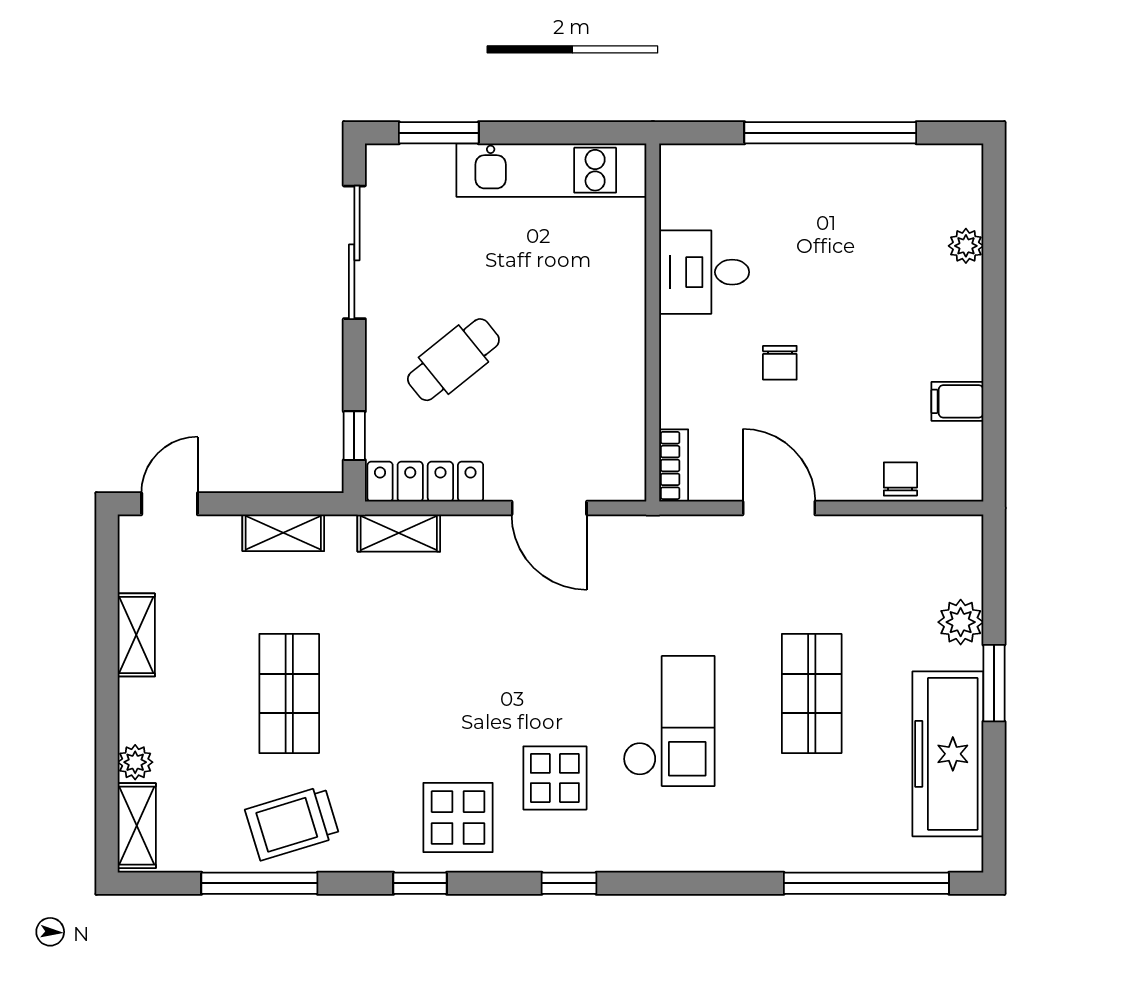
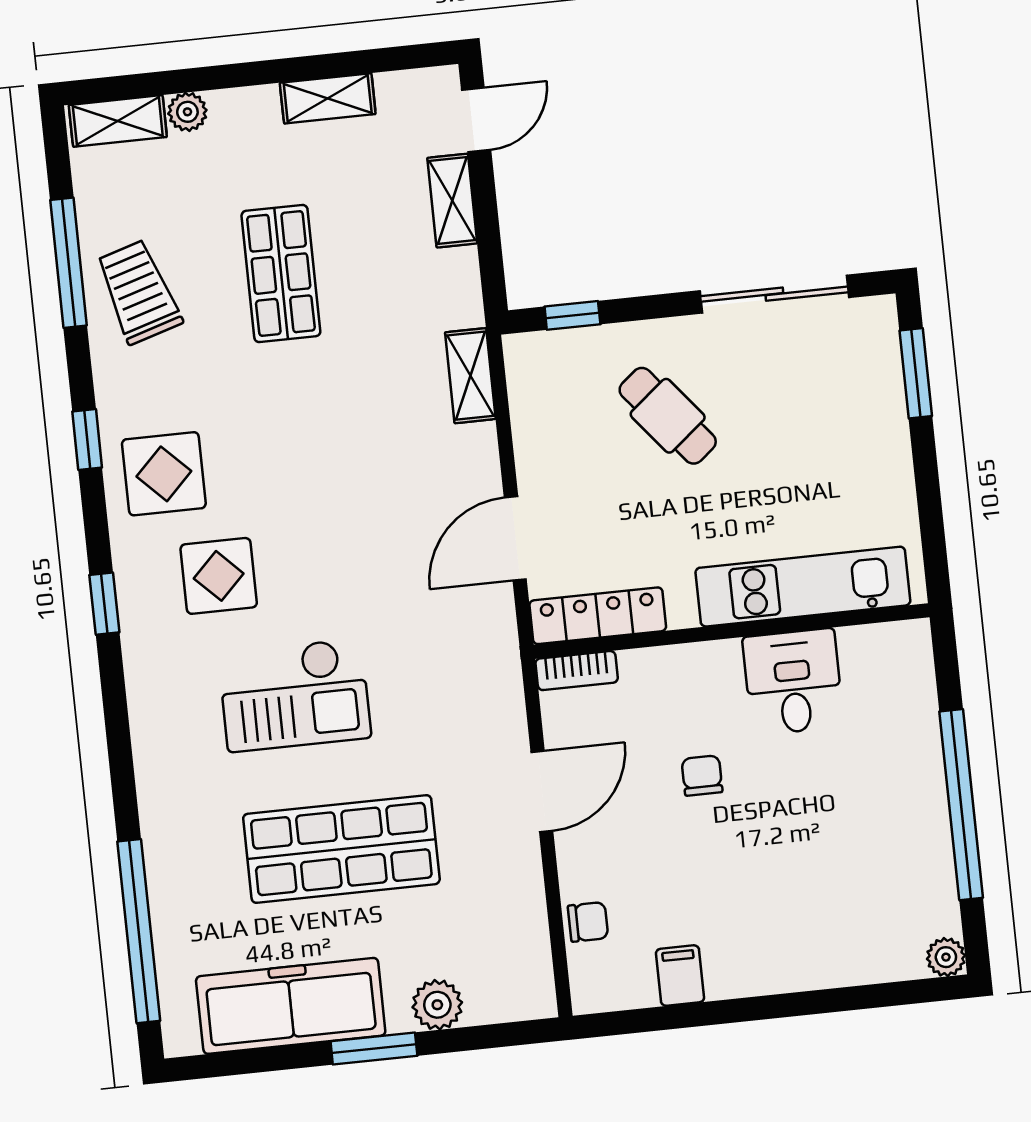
kitchen unit: (551, 170) -> (803, 587), moved, turned 90
plant: (966, 246) -> (946, 957), moved
chair: (780, 363) -> (702, 776), turned 90
locker: (425, 482) -> (598, 616), moved, turned -90
door: (170, 504) -> (476, 120), hinge flipped
shelving: (283, 533) -> (452, 201), moved
shop shelf: (289, 694) -> (281, 274), turned 90
shop shelf: (812, 694) -> (341, 849), width x1.43, depth x1.36

